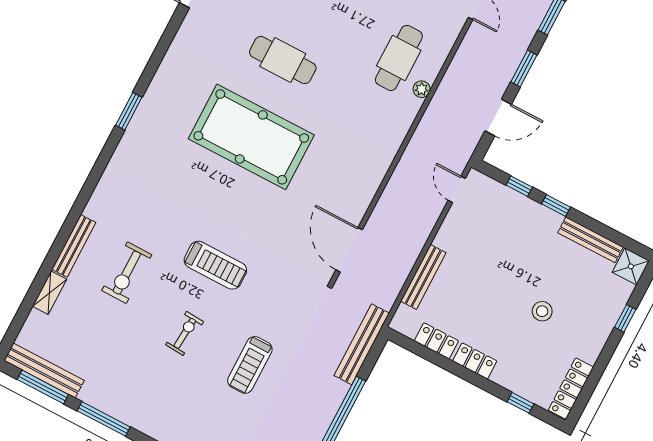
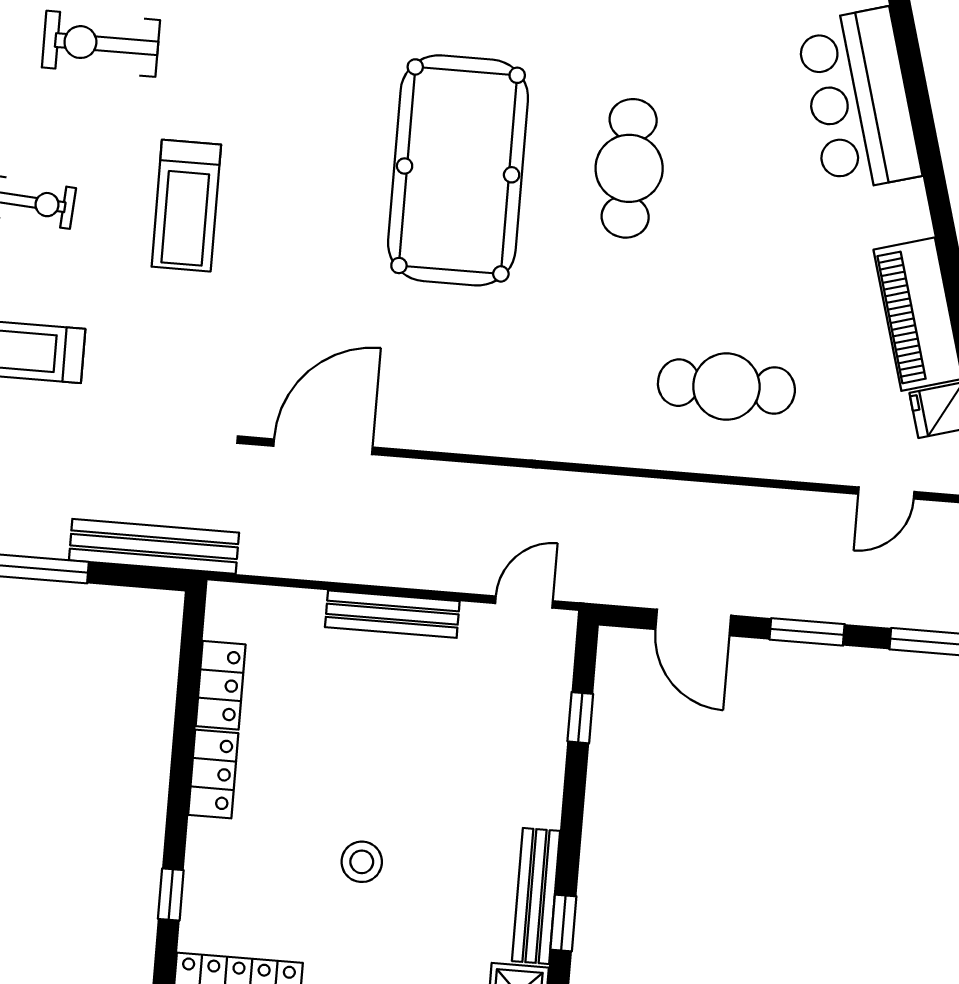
plant: (422, 89) -> (685, 455), removed
window: (556, 205) -> (563, 923), moved
bench: (423, 277) -> (392, 614), moved

